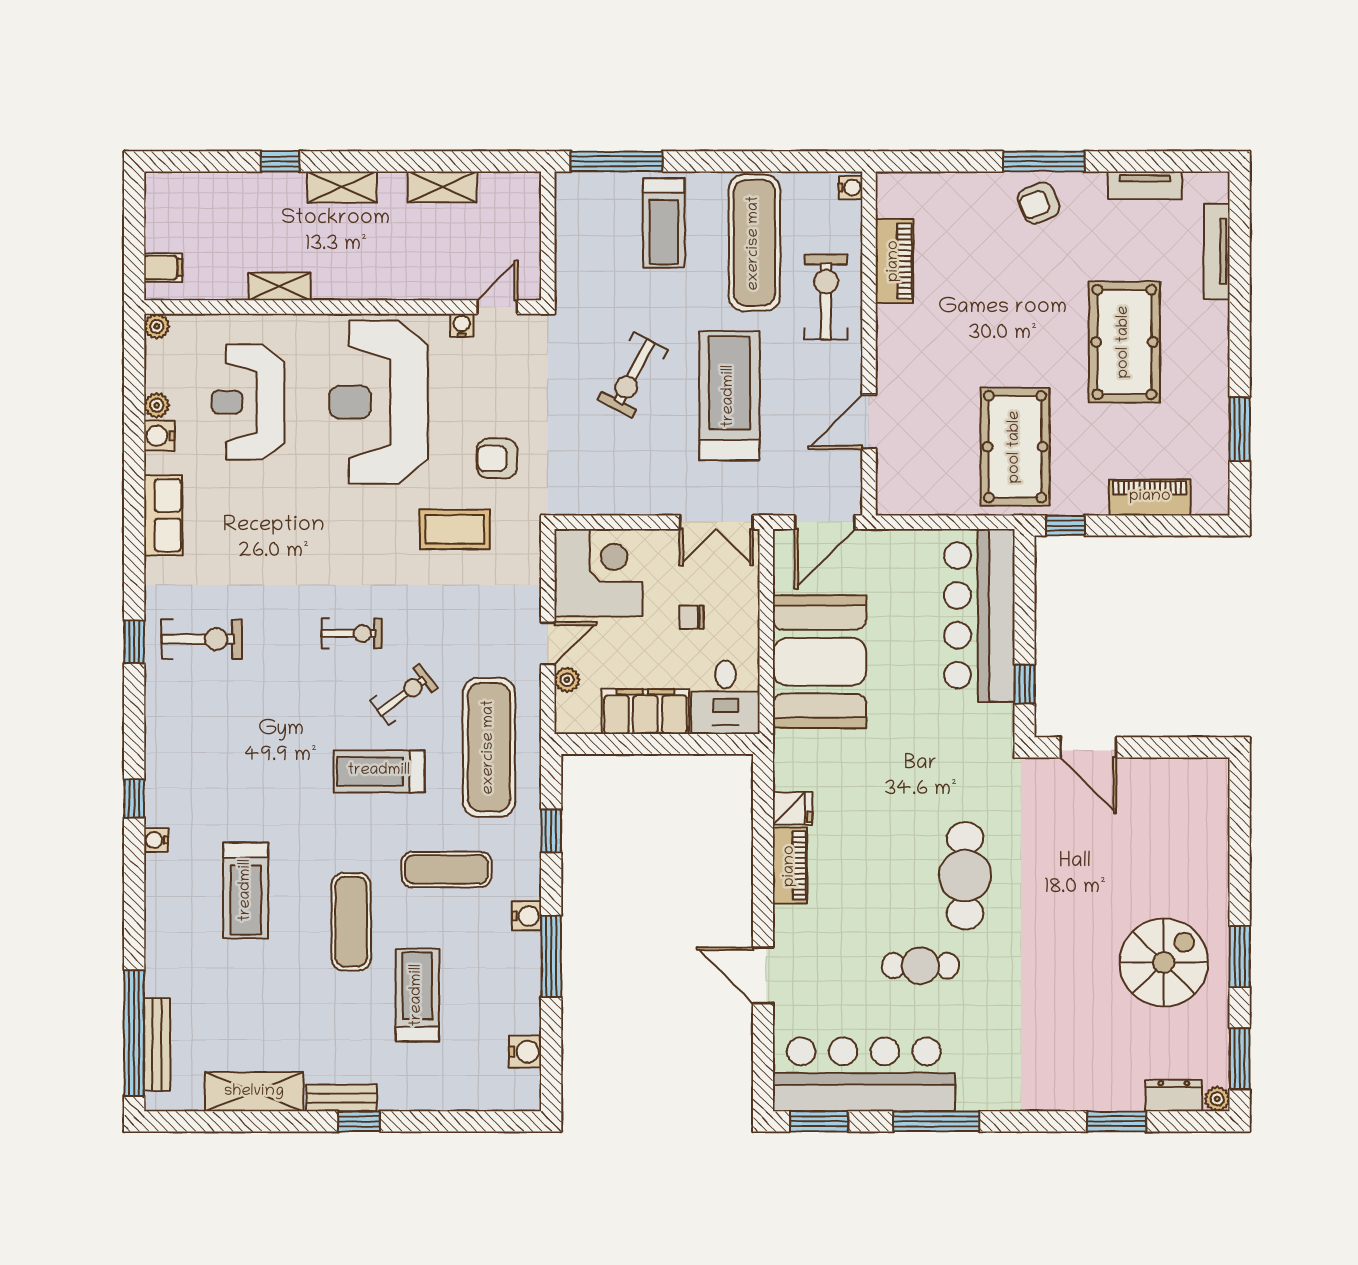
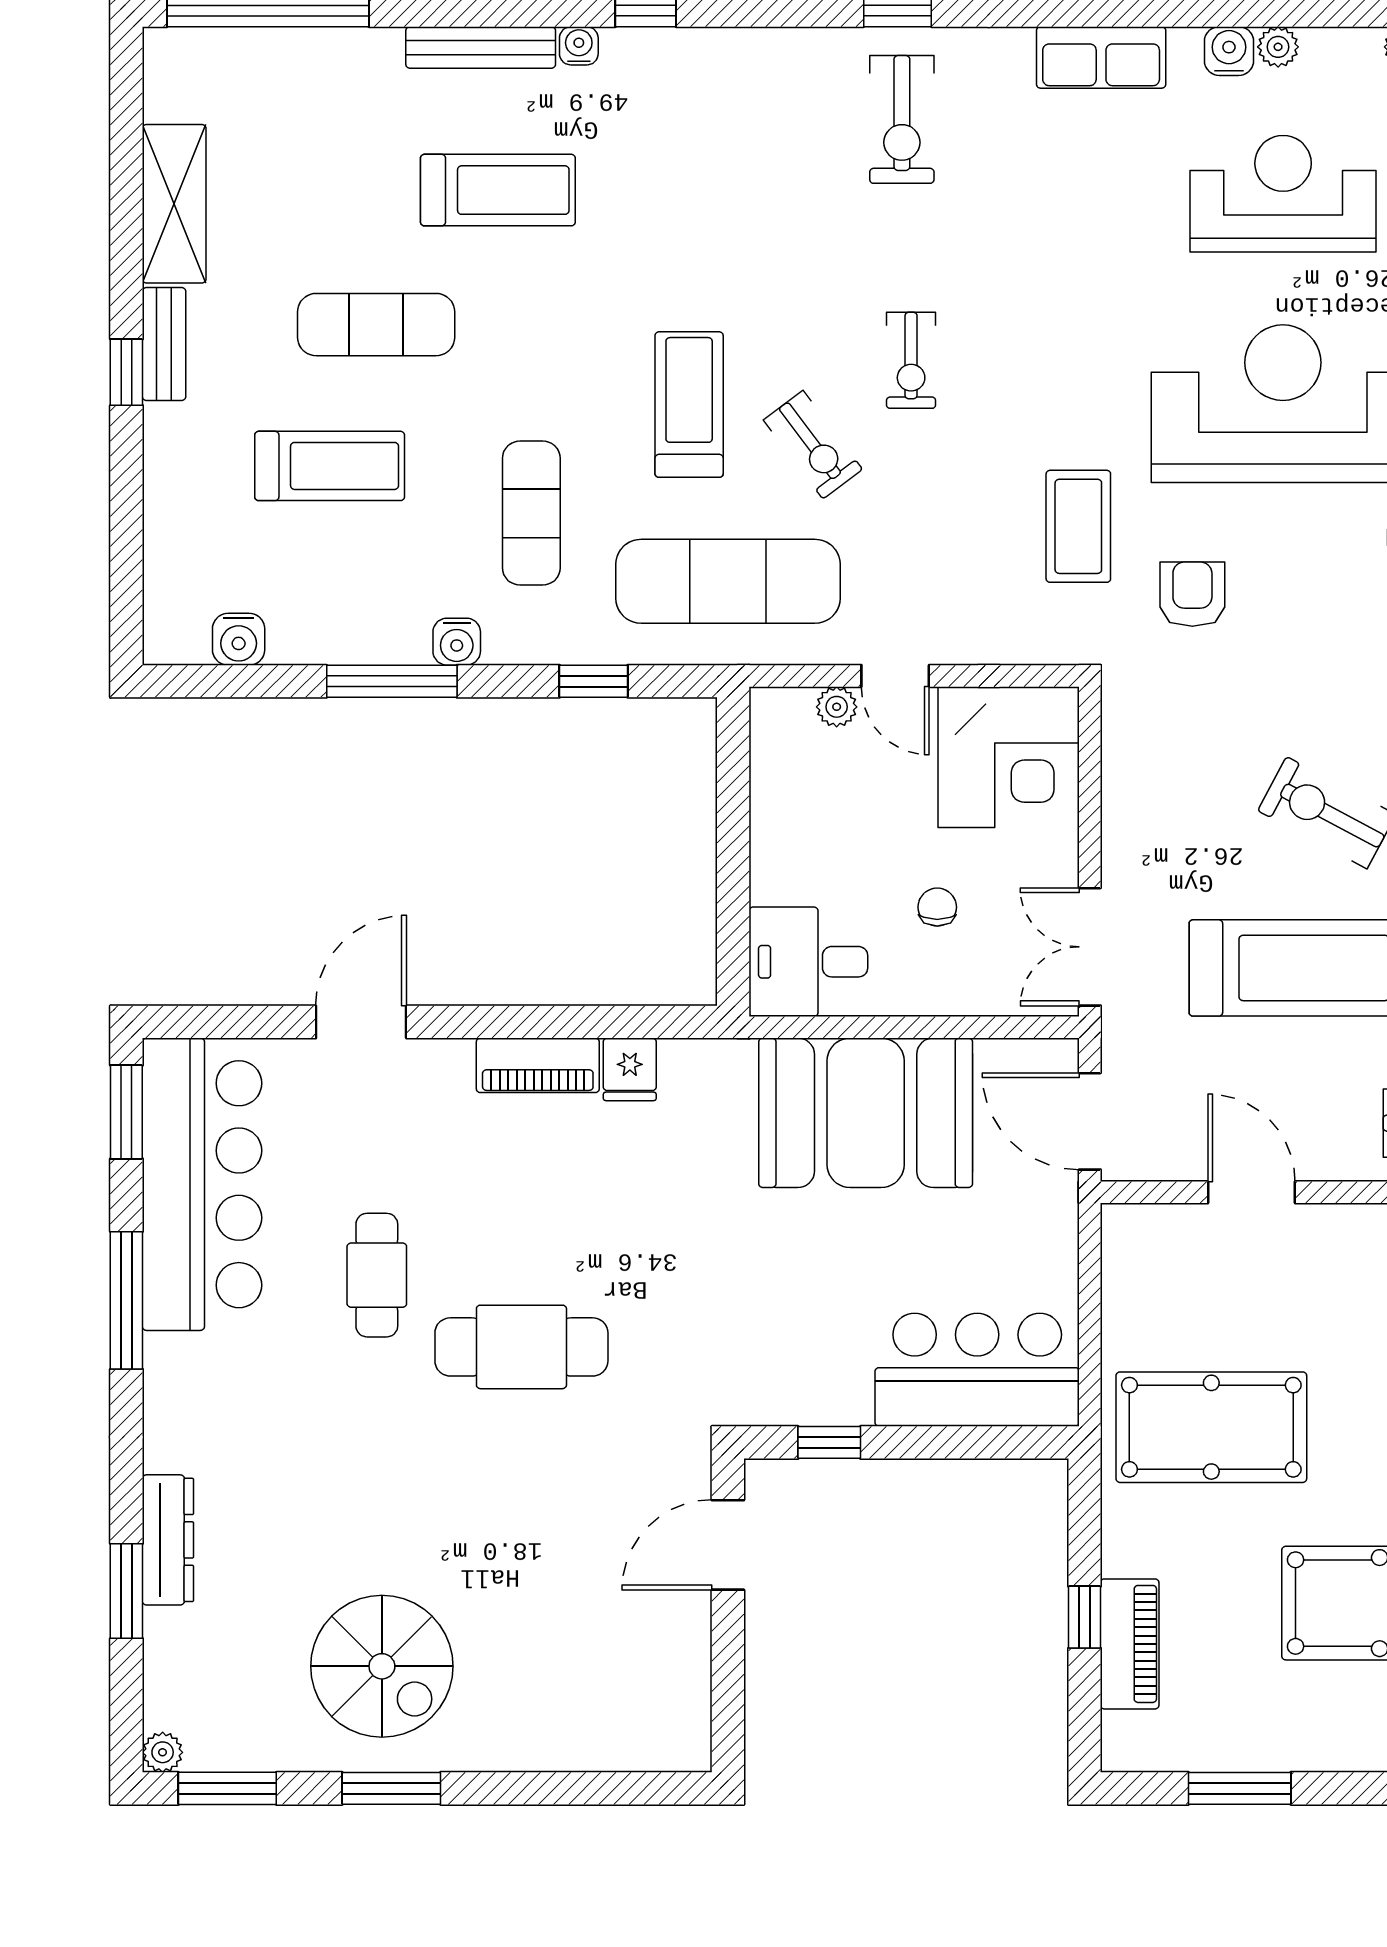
window: (1065, 526) -> (1085, 1617), moved
bar counter: (979, 615) -> (977, 1370), width x0.73
filing cabinet: (645, 712) -> (785, 833), removed
treadmill: (246, 890) -> (498, 190), turned 180
exercise mat: (351, 922) -> (376, 325), moved
bench: (157, 1044) -> (481, 47), moved
dresser: (1174, 1096) -> (168, 1540), moved, width x1.44

